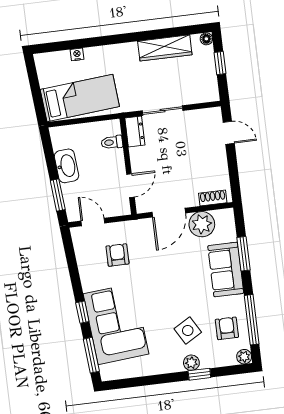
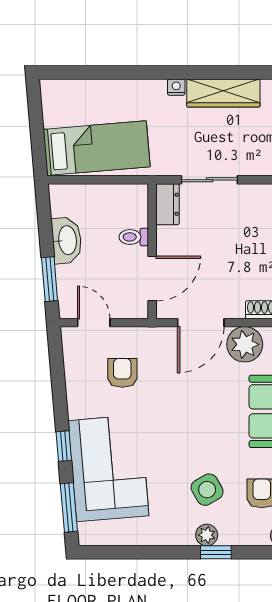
nightstand: (77, 54) -> (176, 87), moved
toilet: (112, 142) -> (134, 237), moved
door: (130, 186) -> (152, 279), width x1.38

